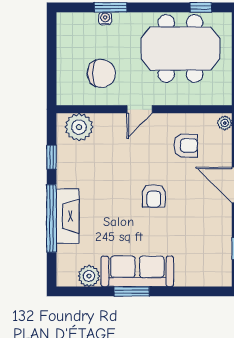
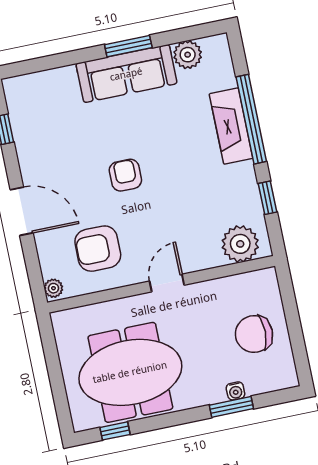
chair: (101, 73) -> (254, 334), moved
armchair: (186, 146) -> (98, 249), width x1.38, depth x1.38

